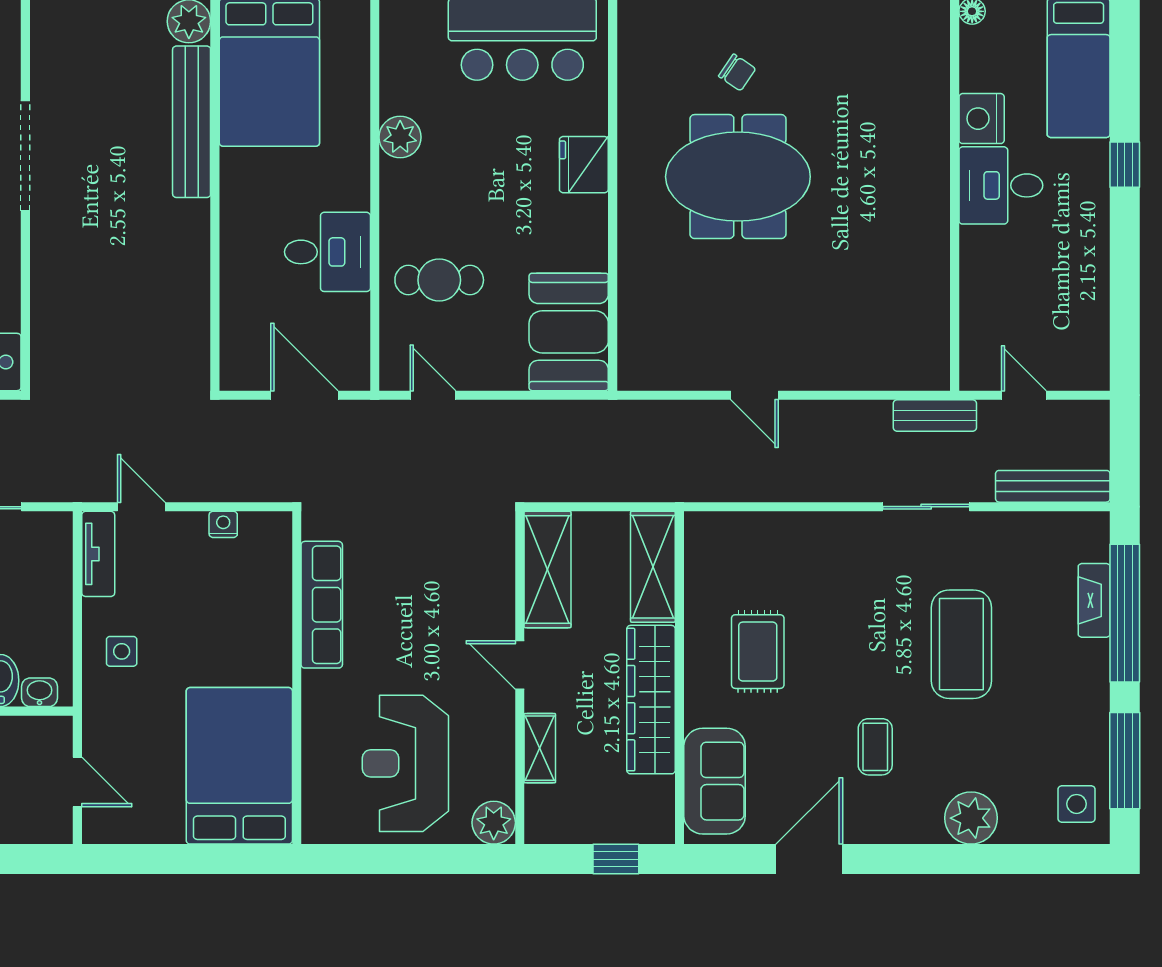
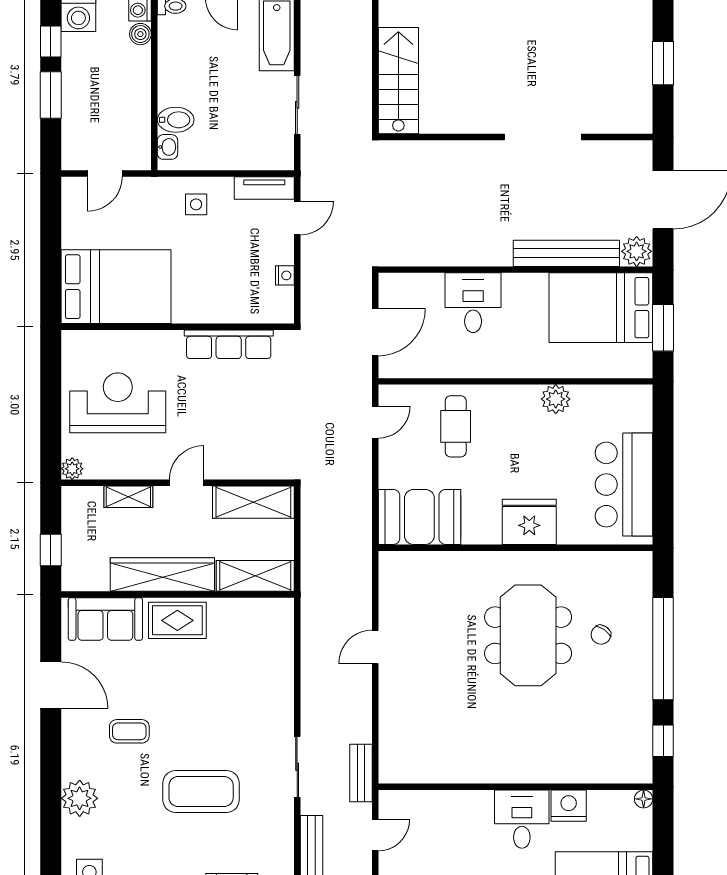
fridge: (584, 165) -> (529, 522), width x1.36, depth x1.34
desk: (327, 252) -> (473, 303), moved, turned 180
rug: (758, 652) -> (177, 620), moved
plant: (494, 823) -> (72, 469), width x0.73, depth x0.73

